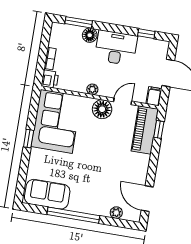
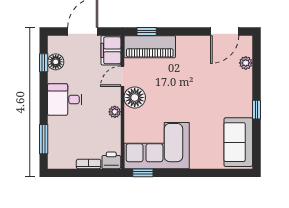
floor lamp: (90, 35) -> (56, 62), moved
desk: (116, 48) -> (65, 99), width x0.73
filing cabinet: (154, 96) -> (111, 50), width x2.00
door: (123, 101) -> (122, 76), hinge flipped
window: (29, 139) -> (143, 173), moved
window: (73, 215) -> (256, 110), width x0.32

